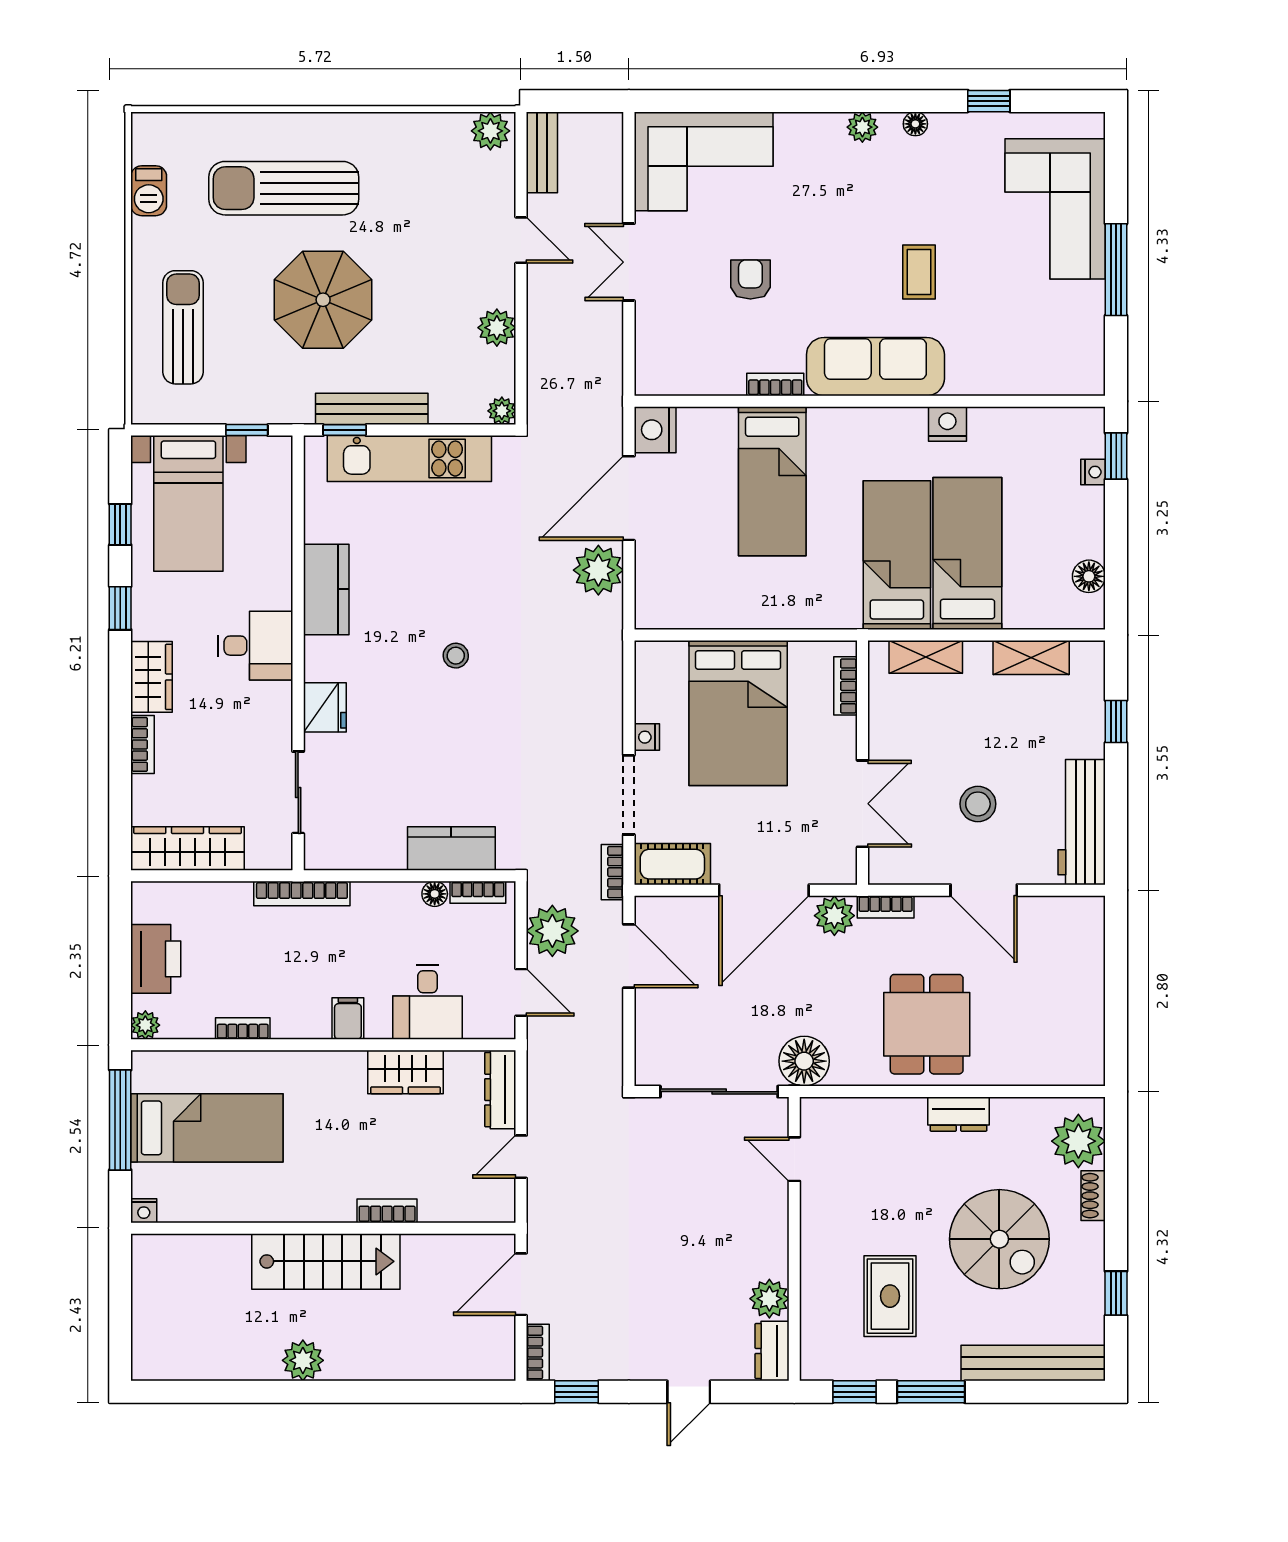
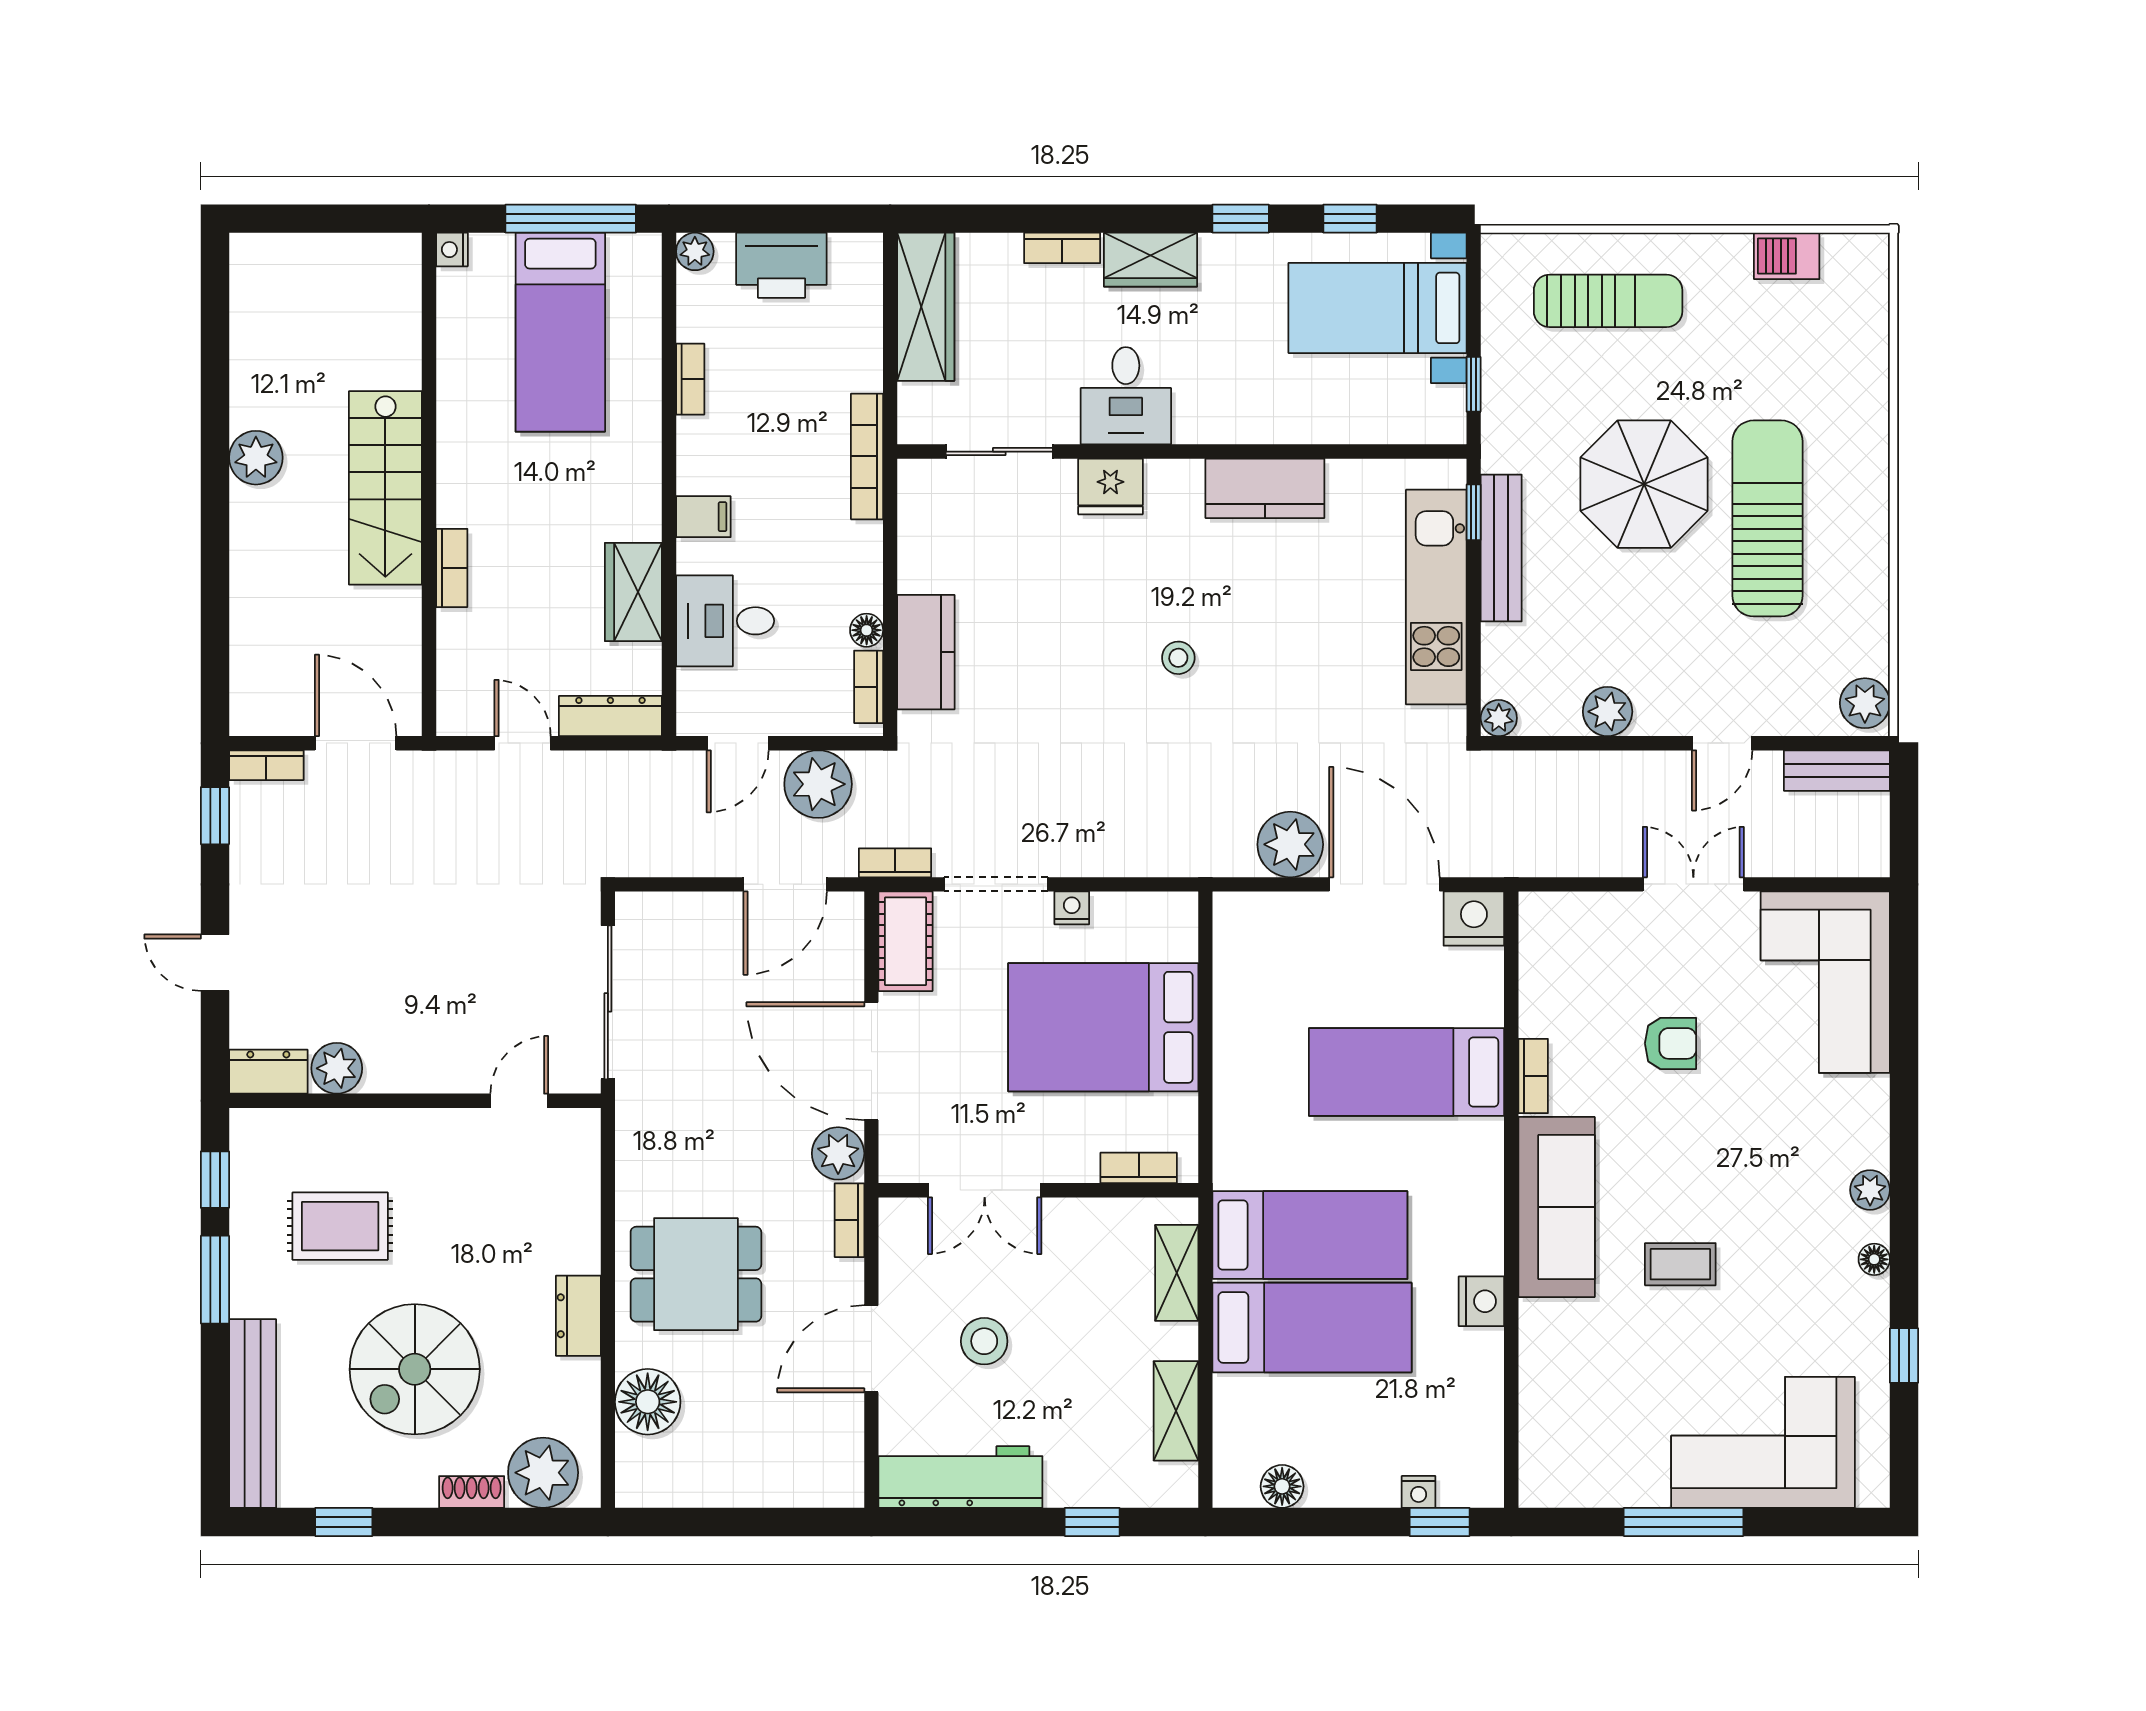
sun lounger: (284, 188) -> (1767, 518), moved
desk: (256, 646) -> (1126, 396), moved
floor lamp: (804, 1061) -> (648, 1402), moved

